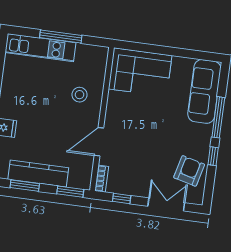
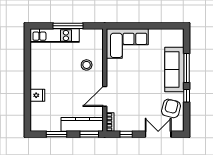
sofa: (204, 91) -> (174, 69), moved
kitchen counter: (38, 174) -> (82, 124), moved

